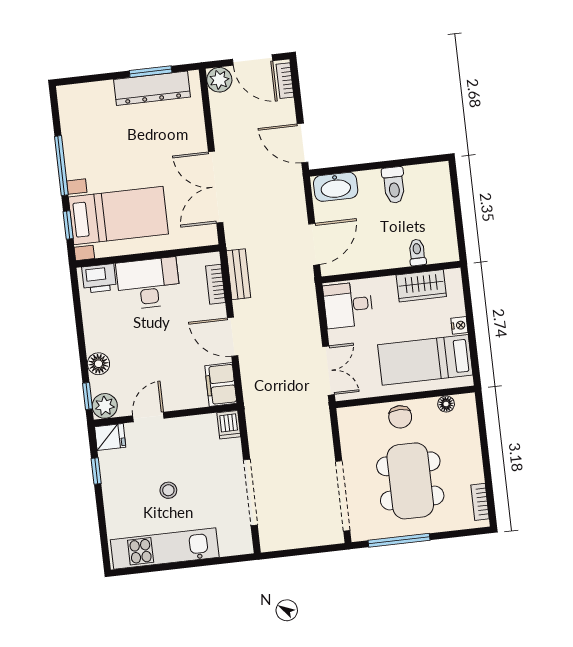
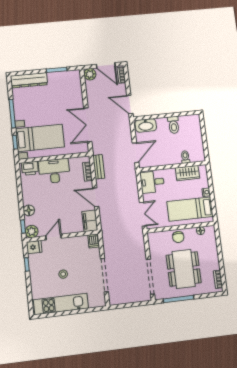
dresser: (152, 88) -> (29, 80), moved

